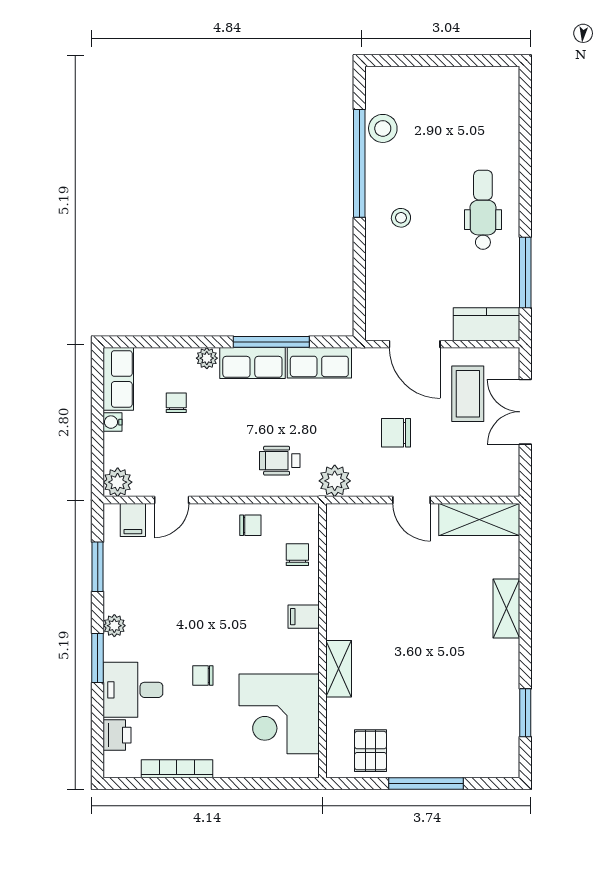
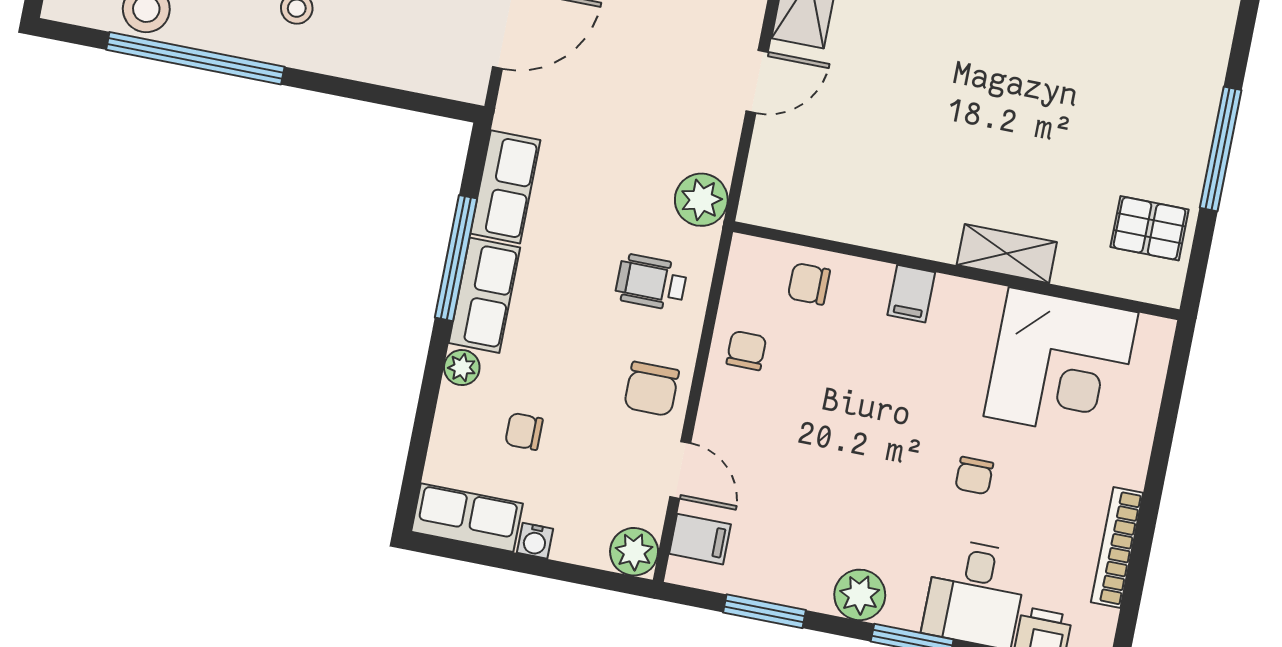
chair: (396, 433) -> (651, 389), moved
wheelchair: (280, 461) -> (651, 282), turned 90
plant: (114, 626) -> (860, 595), width x1.38, depth x1.38

